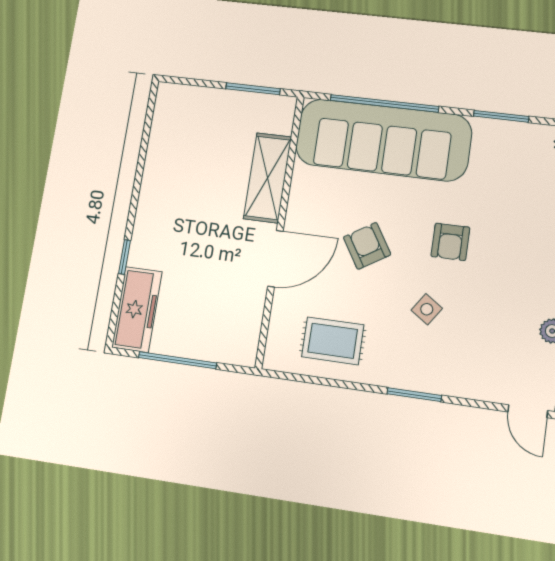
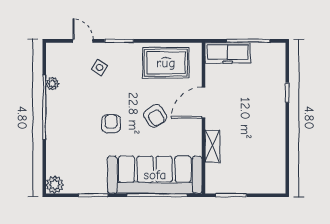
shelving: (268, 178) -> (212, 146), width x0.67, depth x0.75
freezer: (137, 309) -> (228, 53), moved, turned -90
side table: (427, 309) -> (100, 67), moved
rug: (333, 341) -> (166, 63), width x1.36, depth x1.43
door: (528, 411) -> (83, 41), moved

